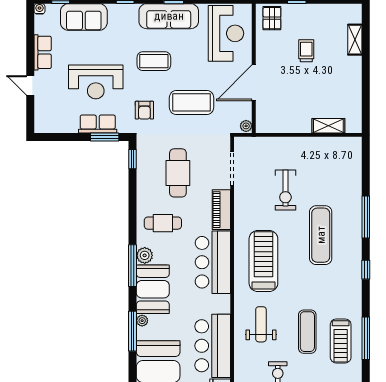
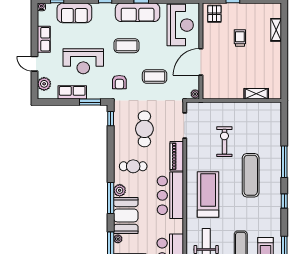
coffee table: (192, 102) -> (155, 76), width x0.73, depth x0.76
plant: (43, 112) -> (44, 84), added
row of seats: (98, 124) -> (72, 92), moved
exercise bike: (285, 190) -> (224, 142), turned 180

